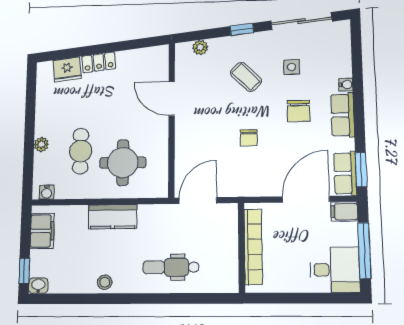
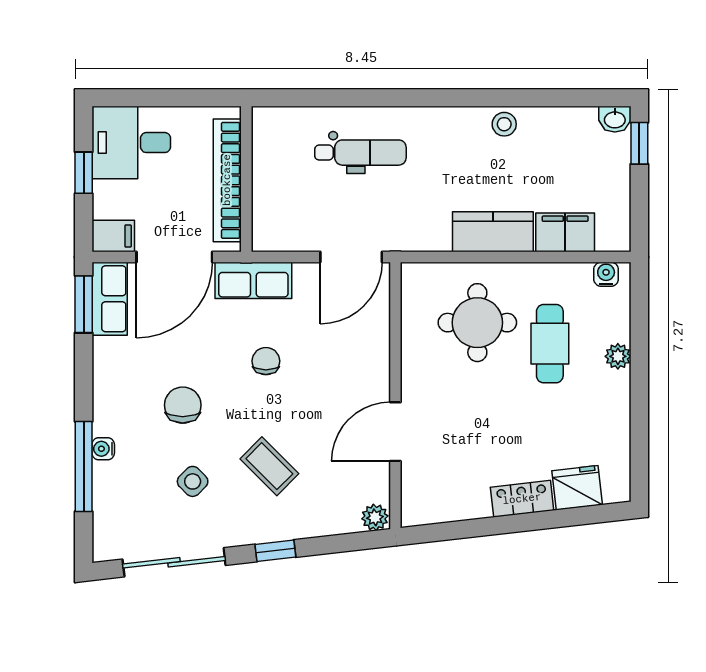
plant: (200, 47) -> (375, 517), moved
side table: (291, 67) -> (193, 481), turned 45
window: (357, 74) -> (84, 466), added
door: (172, 99) -> (395, 432), swing flipped
row of seats: (343, 115) -> (253, 280), moved, turned 90
filing cabinet: (42, 231) -> (565, 232), moved, turned 90
bookcase: (253, 247) -> (227, 180), moved
wall: (241, 248) -> (246, 179), moved
window: (364, 251) -> (84, 173), width x0.46
dental chair: (171, 267) -> (360, 153), moved

